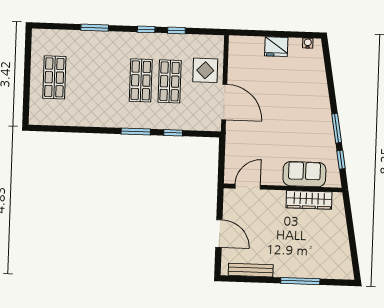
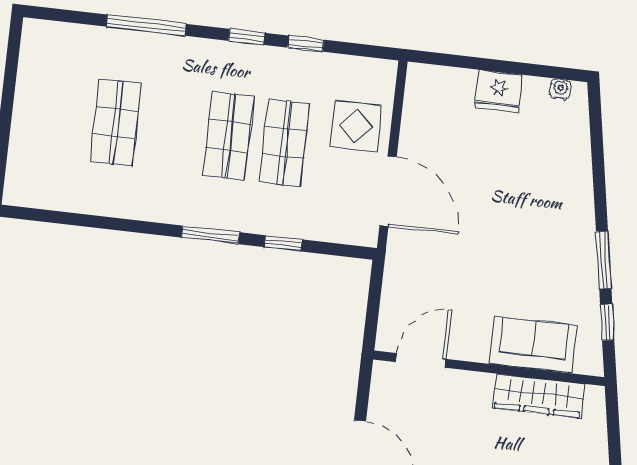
window: (95, 28) -> (146, 25), width x1.44
shop shelf: (54, 77) -> (116, 123), moved

